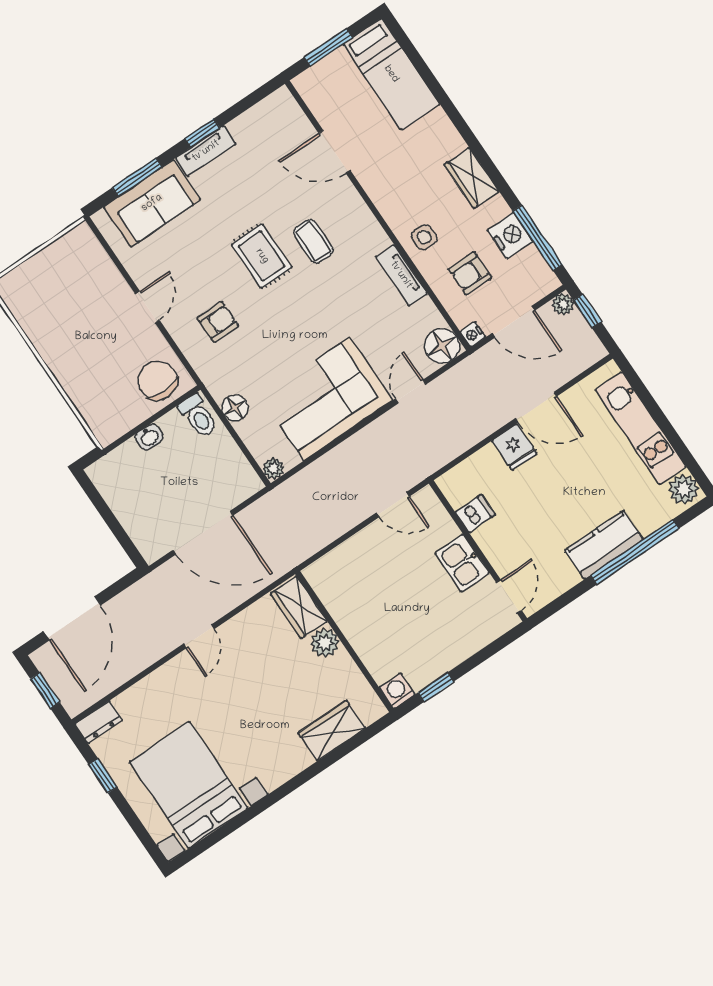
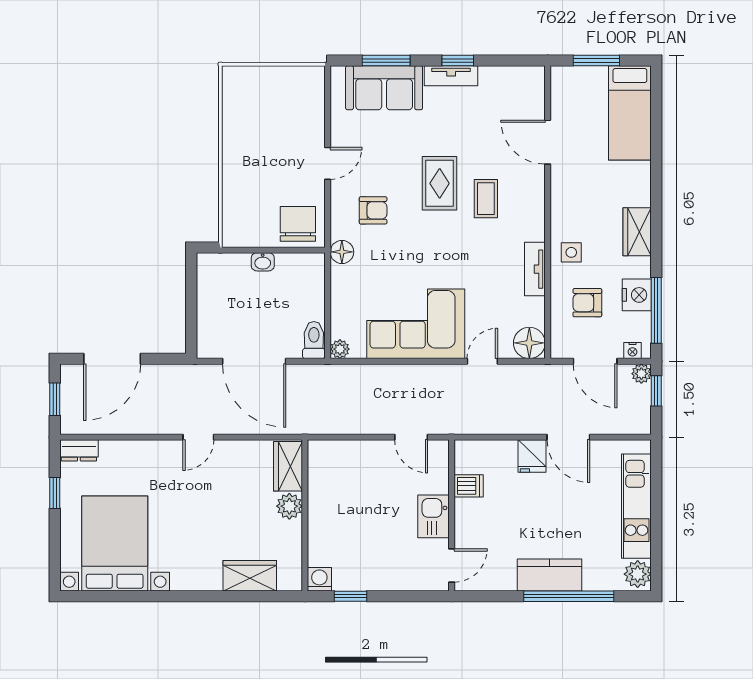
nightstand: (473, 334) -> (633, 351), moved, turned -90
floor lamp: (235, 408) -> (342, 252), moved
toilet: (198, 416) -> (314, 340), moved, turned 180

